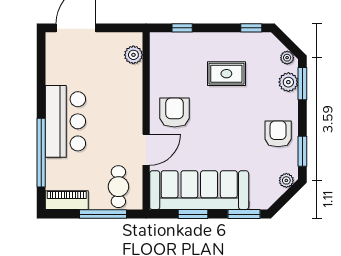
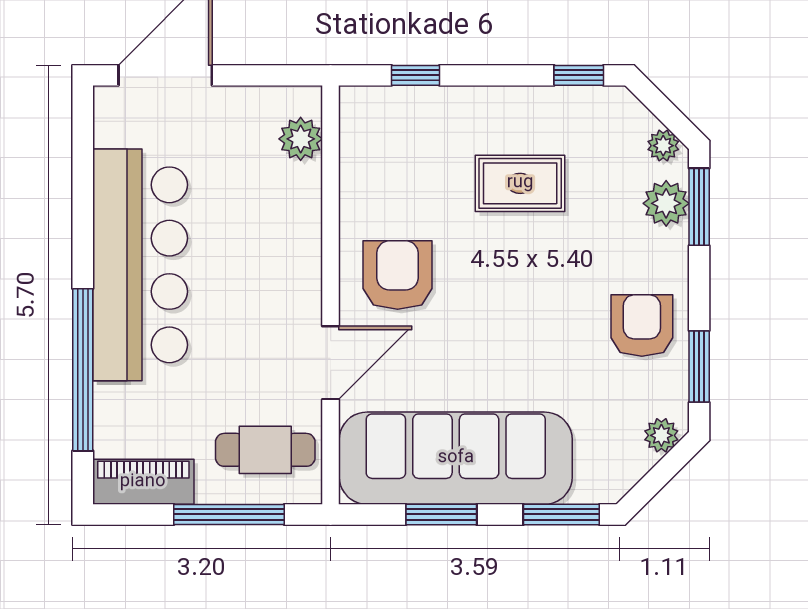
bar counter: (65, 121) -> (140, 265), width x1.36
cafe table: (118, 187) -> (265, 450), turned 90

